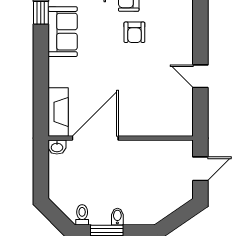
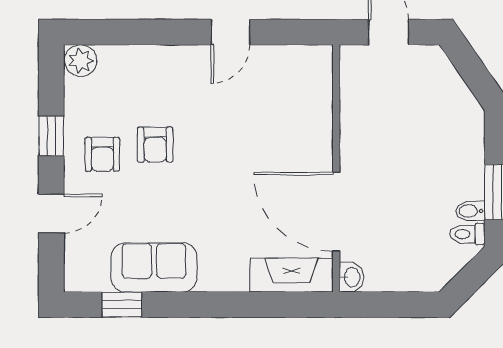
armchair: (134, 32) -> (155, 145), turned 90
bidet: (117, 217) -> (470, 211), moved

